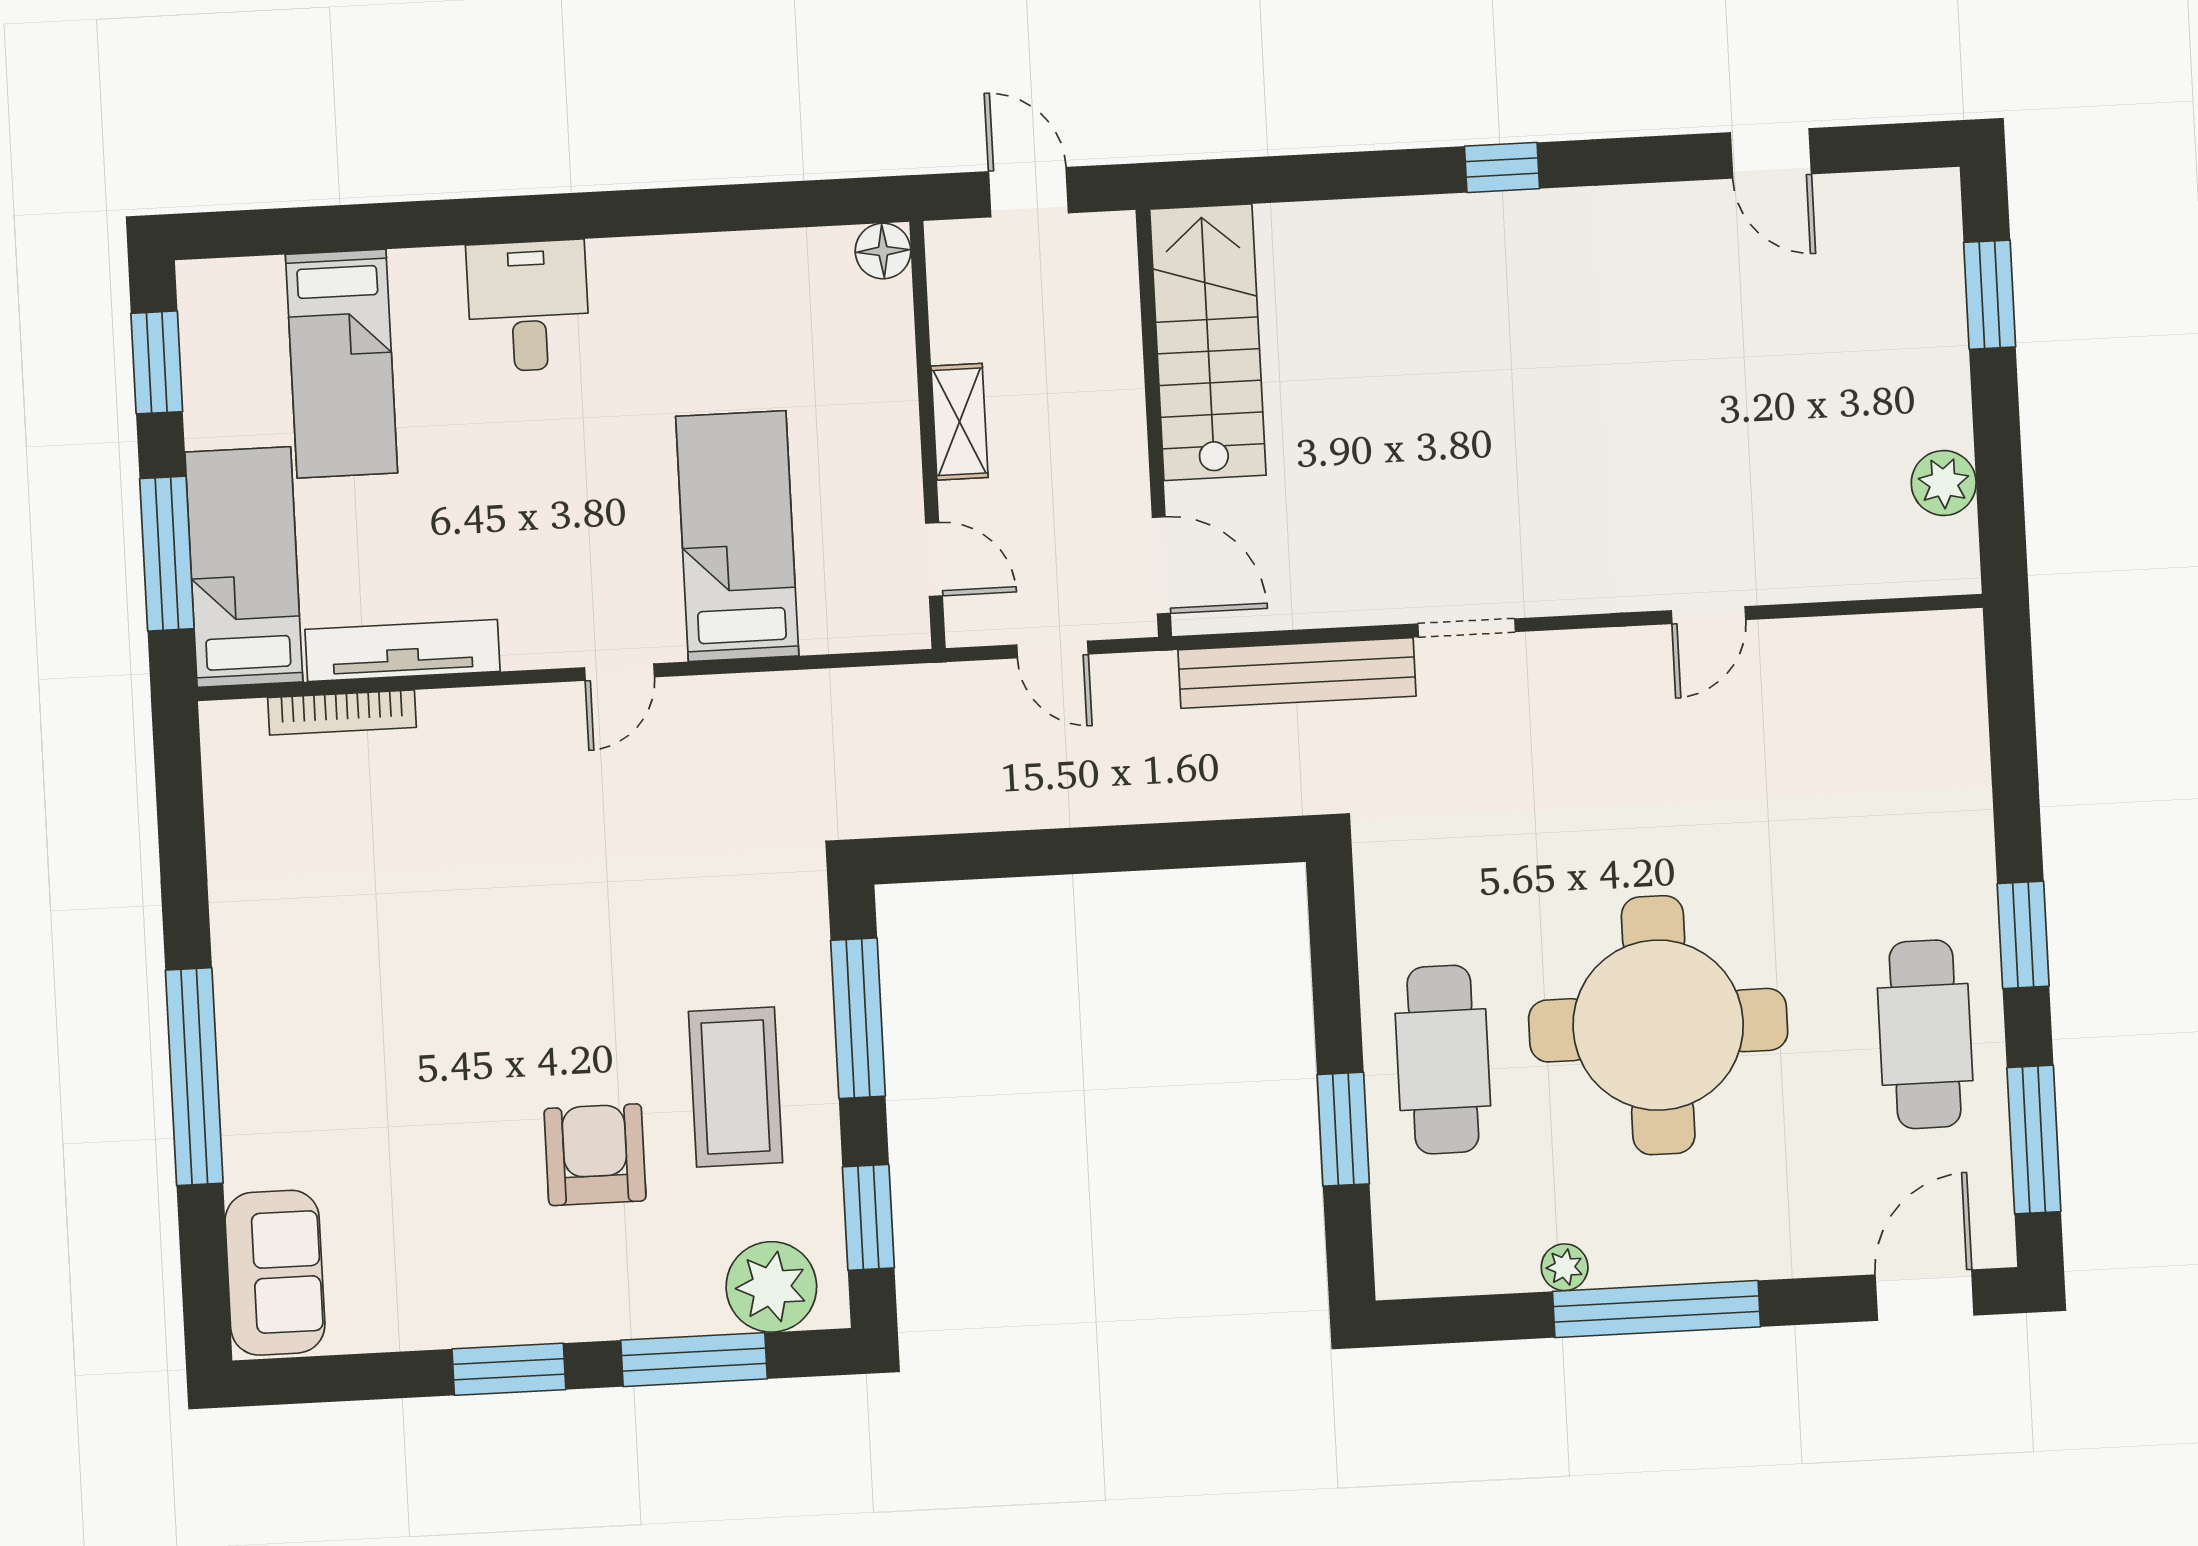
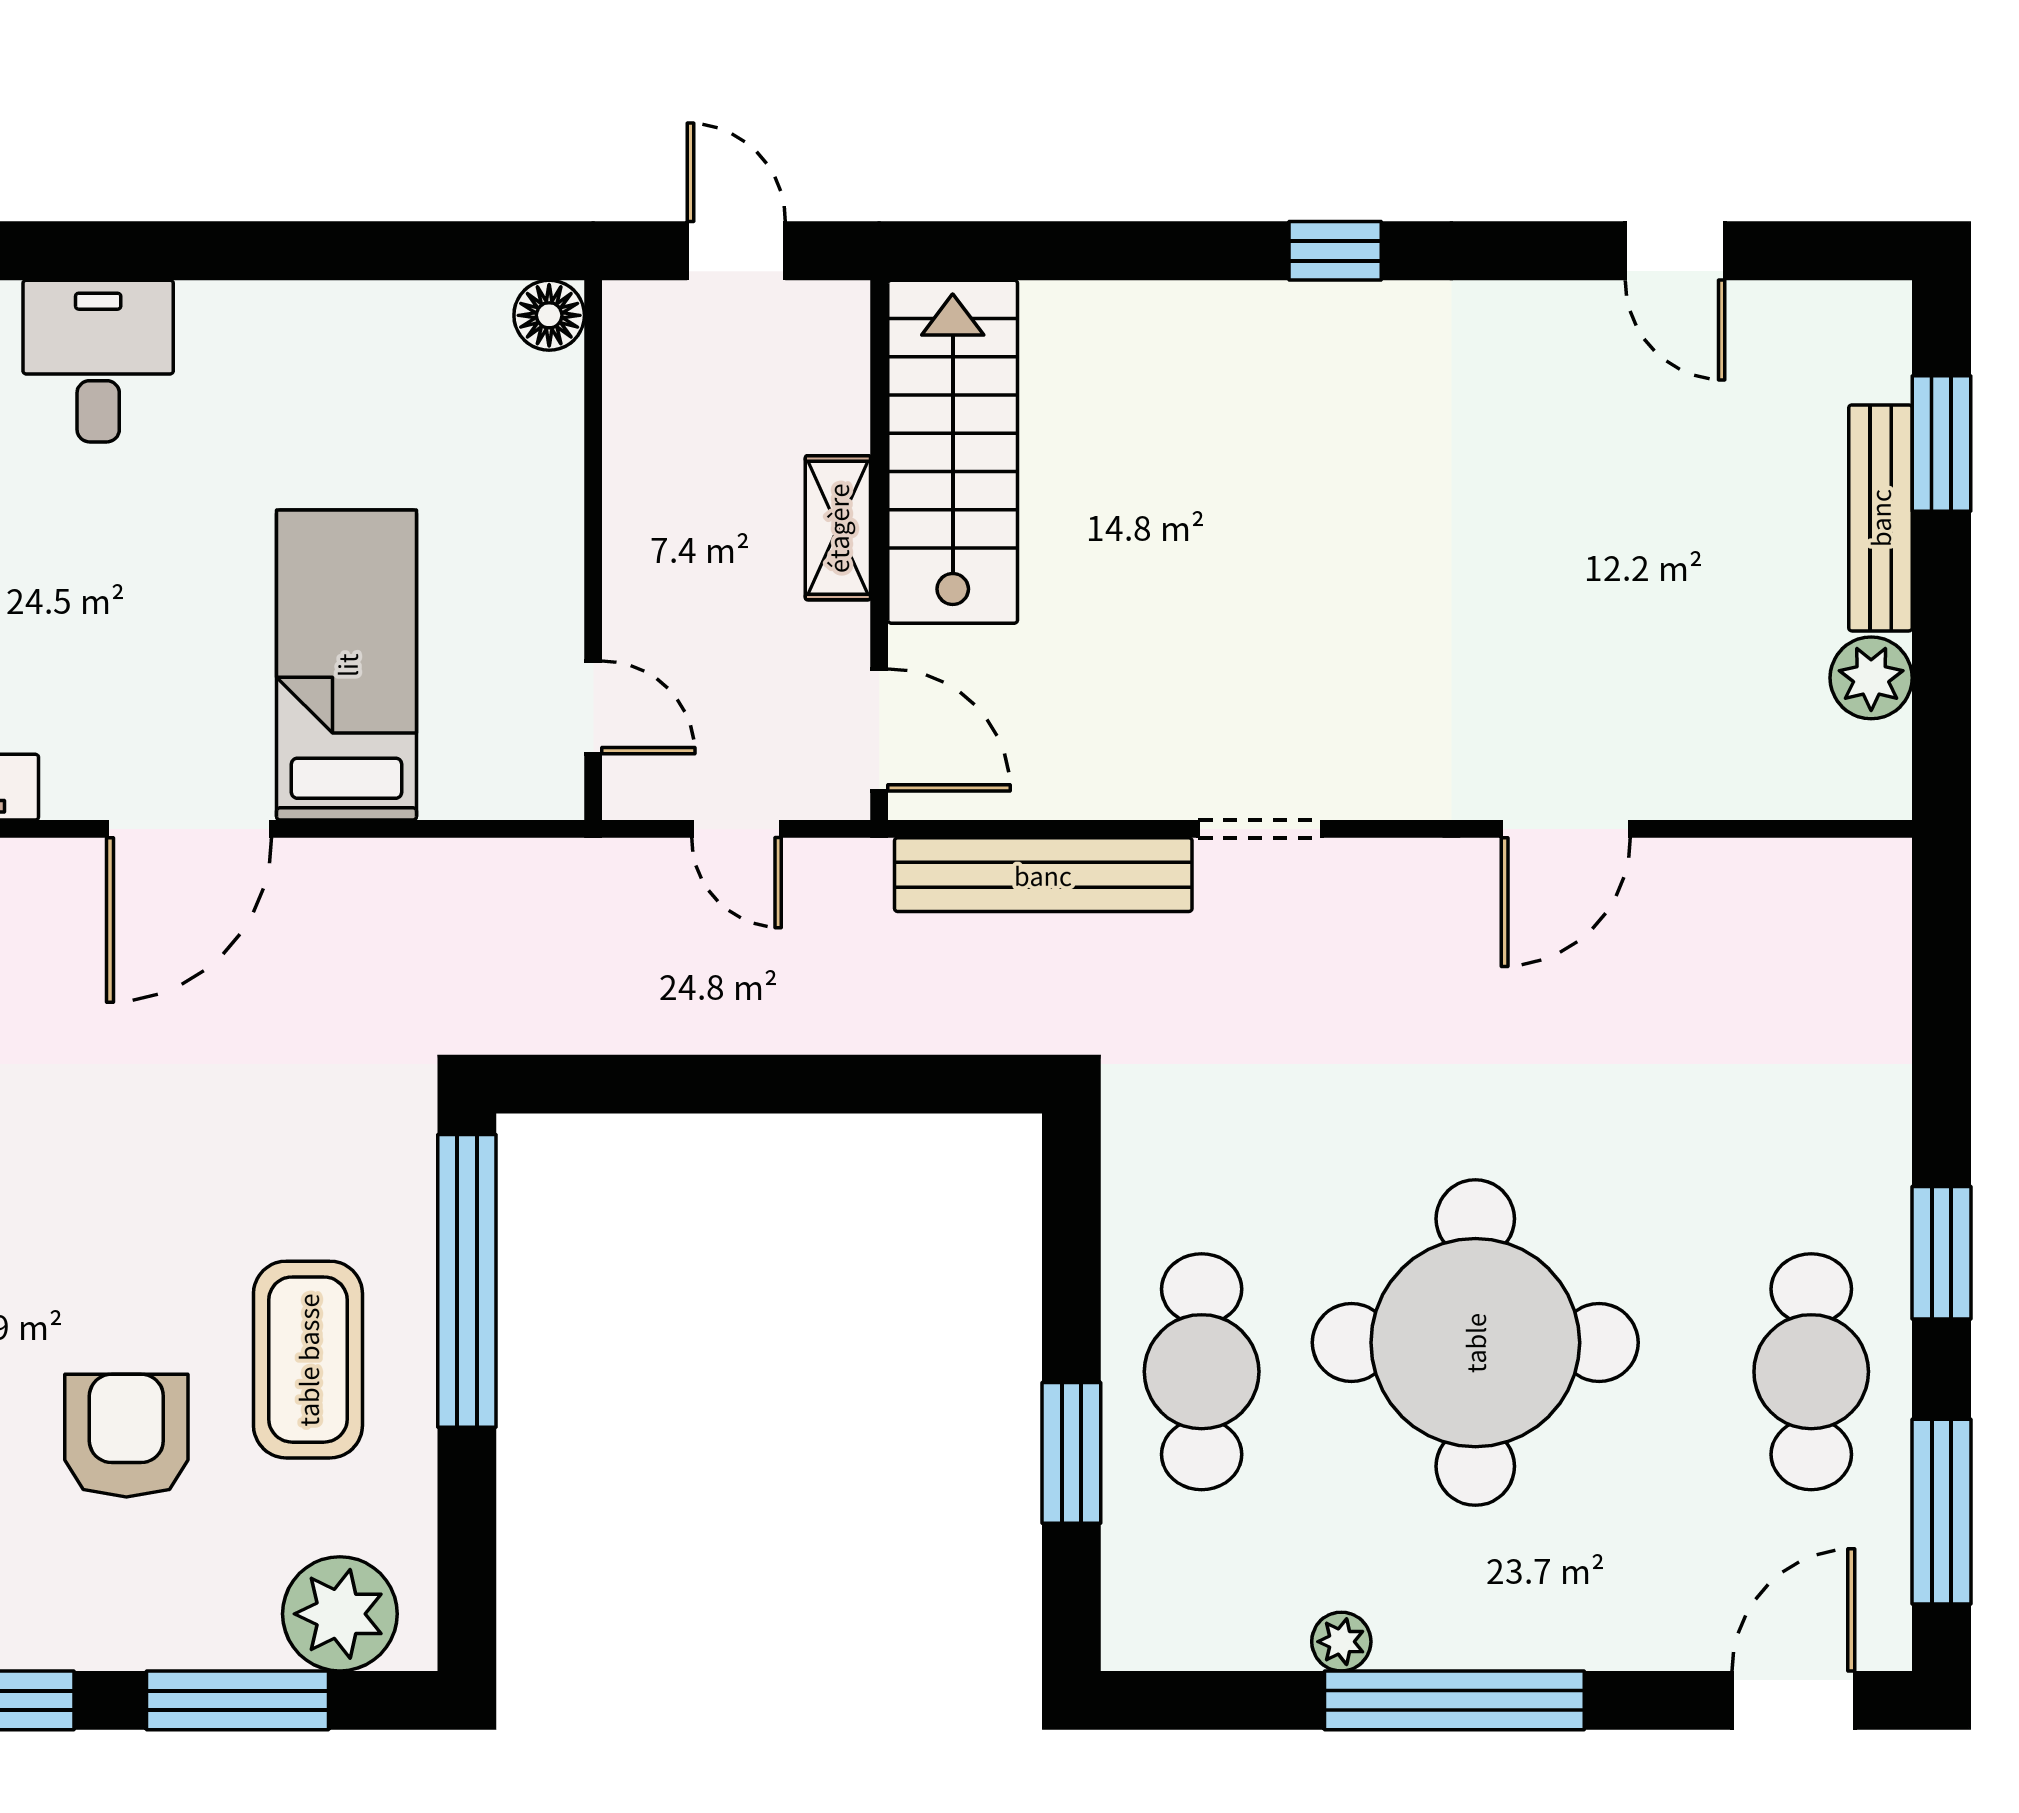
bench: (1944, 356) -> (1880, 518), added
shelving: (960, 422) -> (838, 528), moved
door: (1708, 615) -> (1566, 829), width x1.38
door: (620, 672) -> (189, 829), width x1.88
window: (858, 1018) -> (467, 1281), width x1.46
window: (868, 1217) -> (467, 1533), removed

